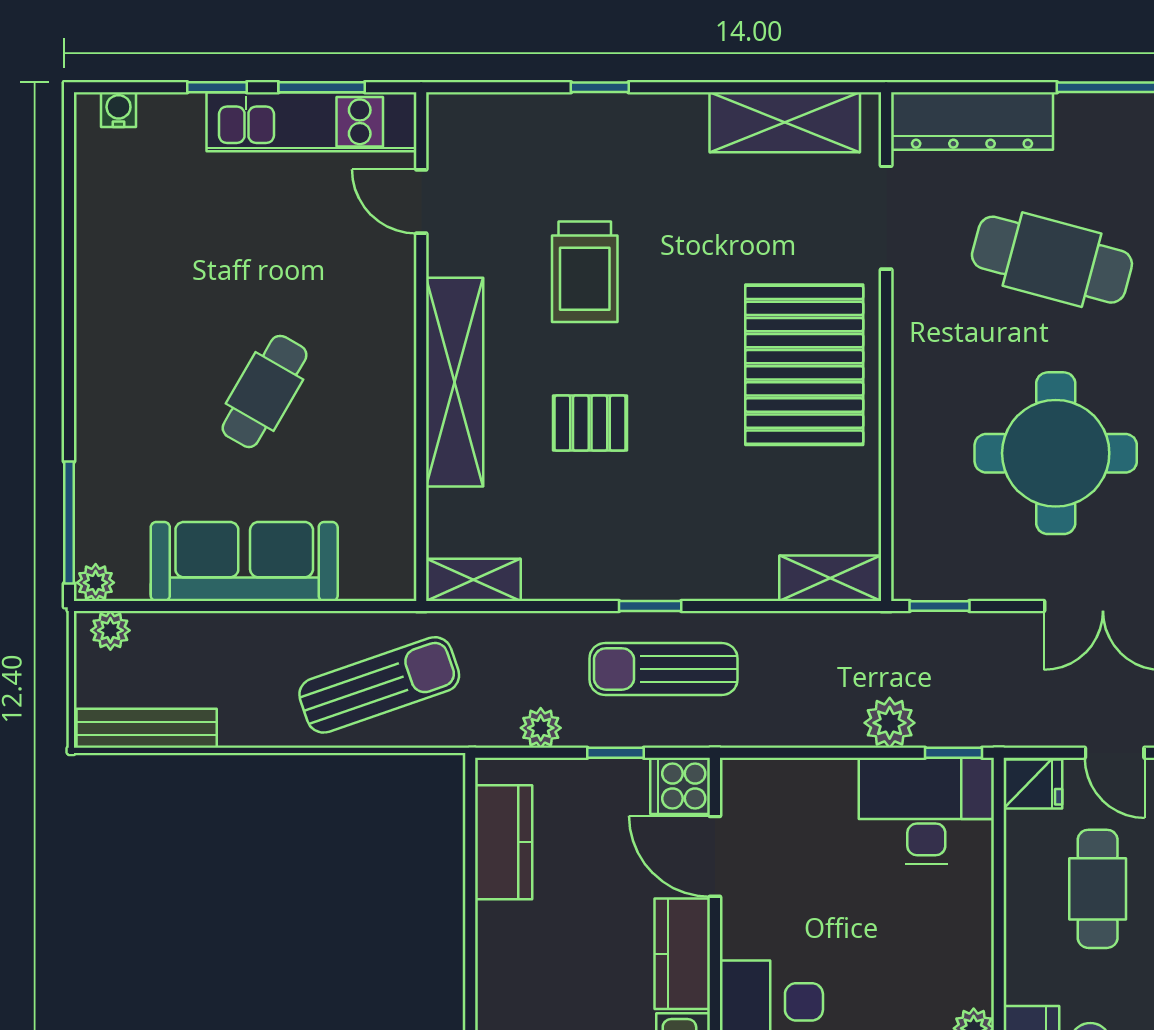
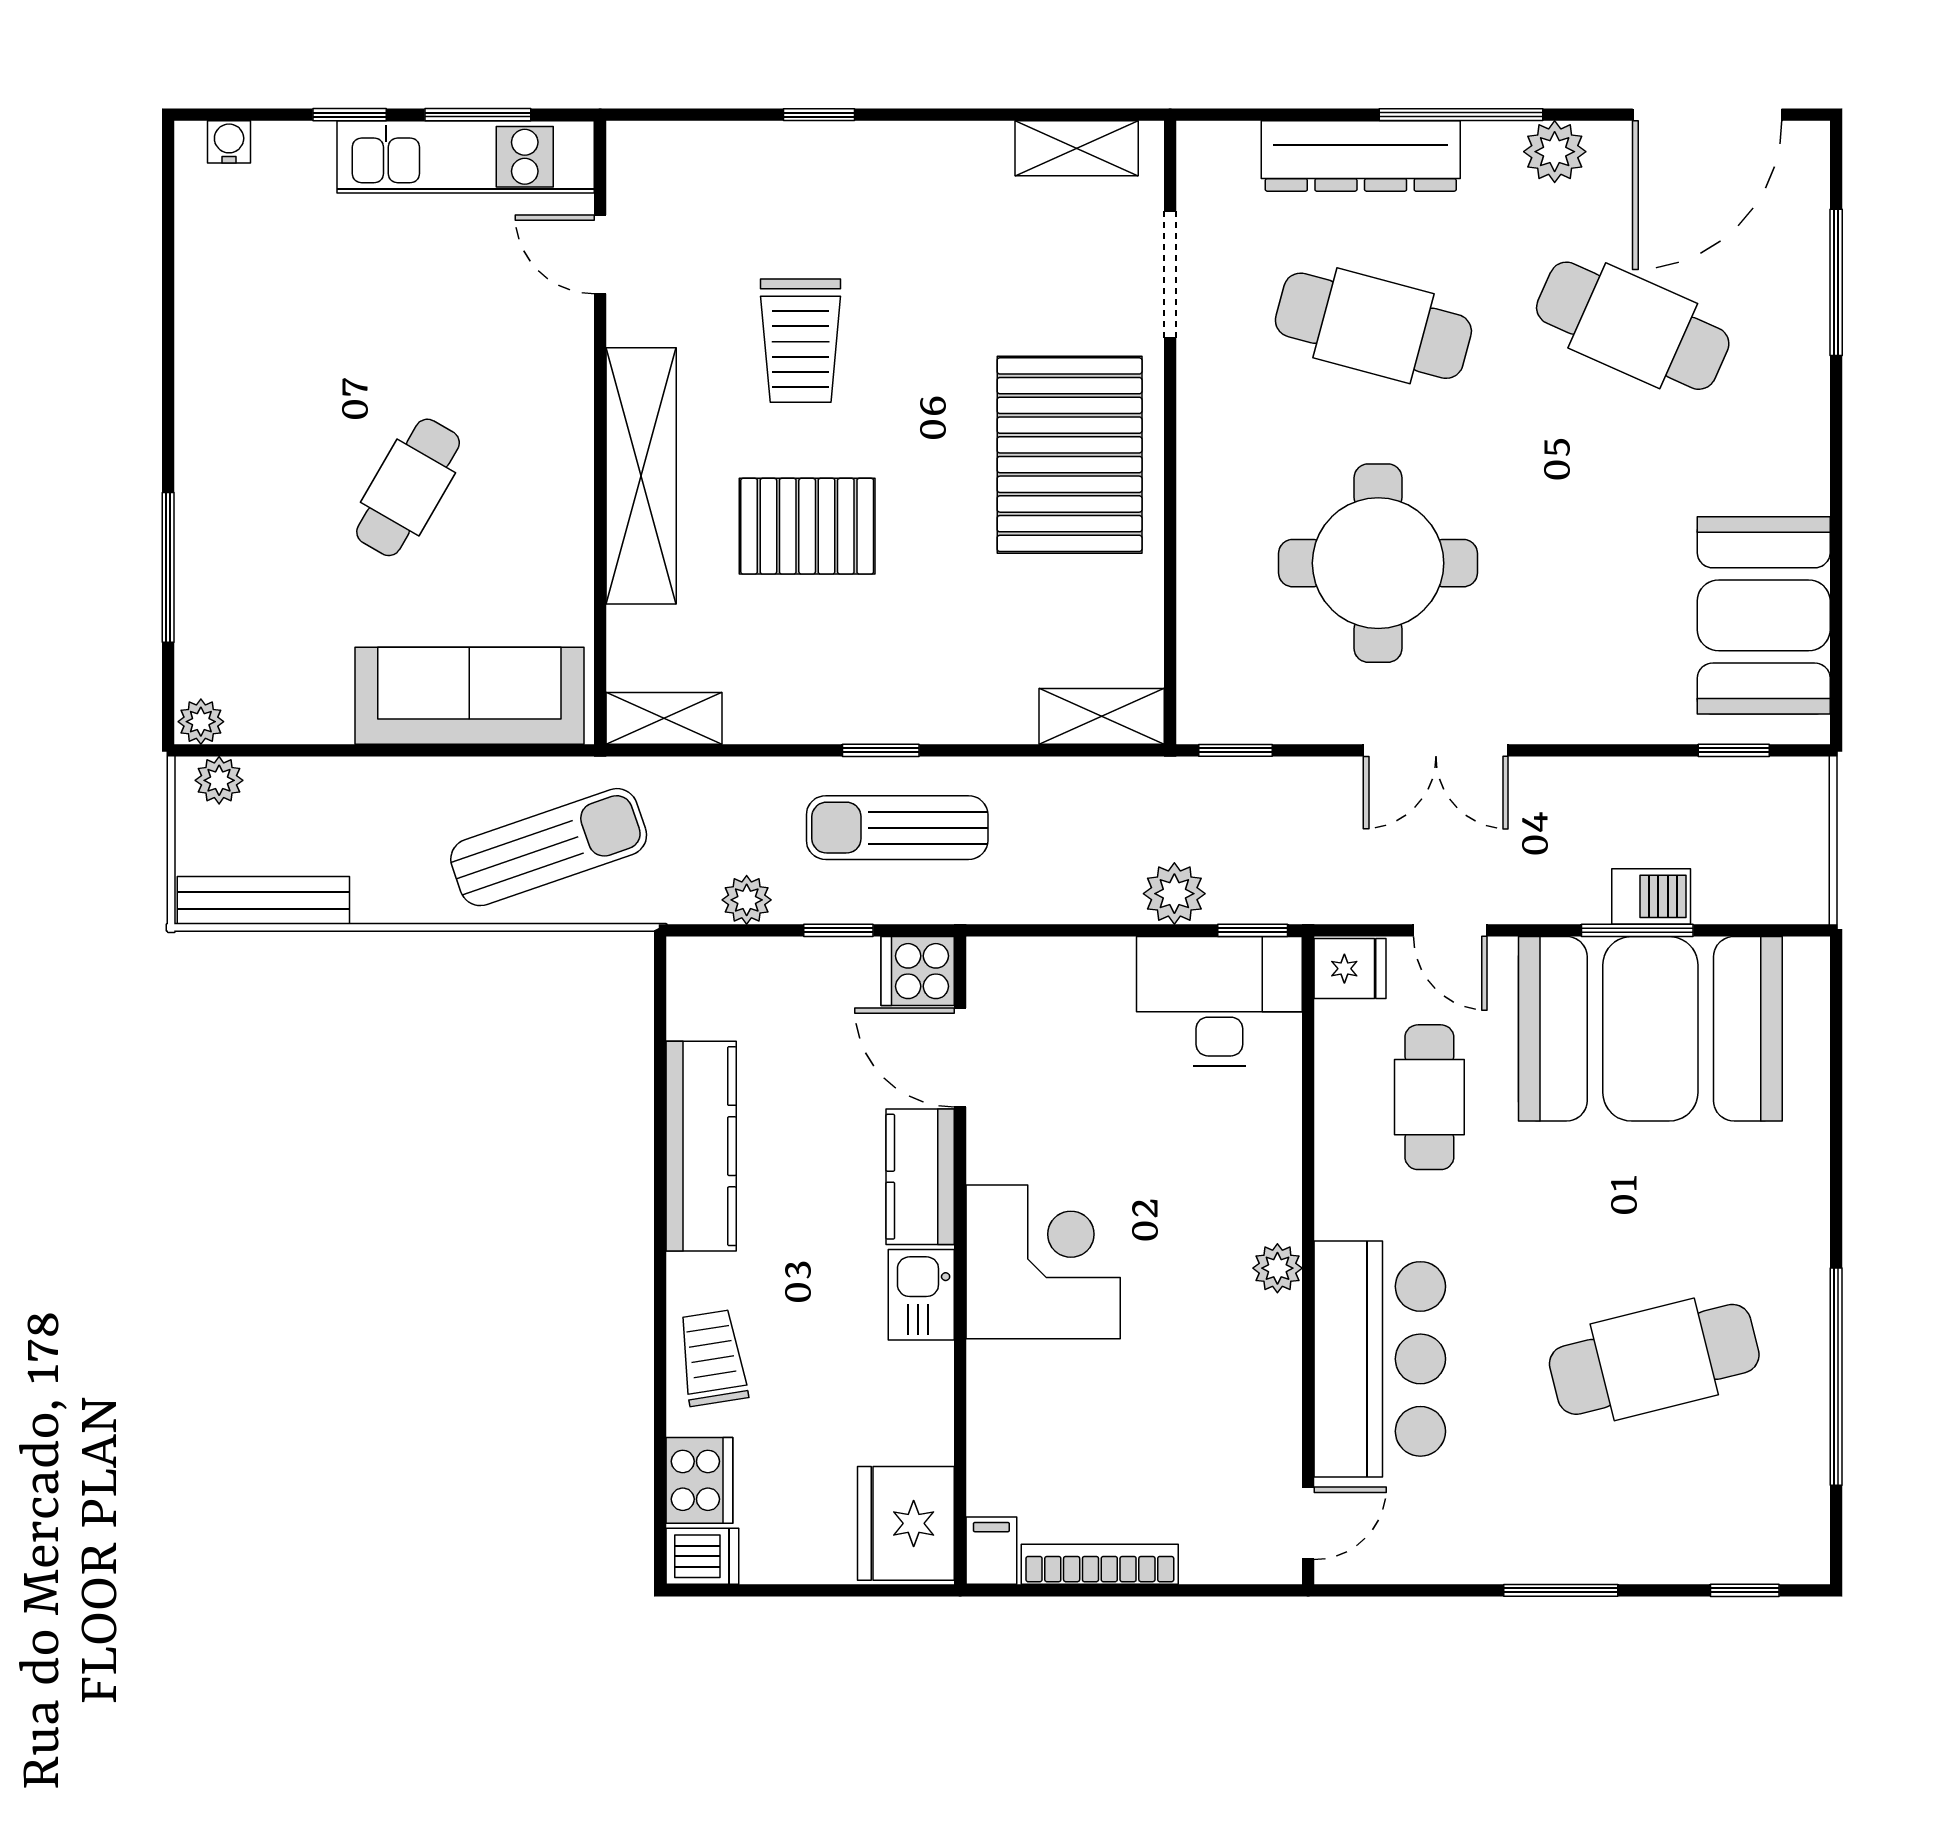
dresser: (972, 121) -> (1361, 156), moved
shelving: (785, 122) -> (1077, 148), width x0.67, depth x0.75
pallet: (590, 423) -> (807, 526), width x1.50, depth x1.42
window: (69, 523) -> (168, 567), moved
sofa: (244, 561) -> (469, 696), moved
kitchen counter: (504, 842) -> (701, 1146), moved, width x1.50

